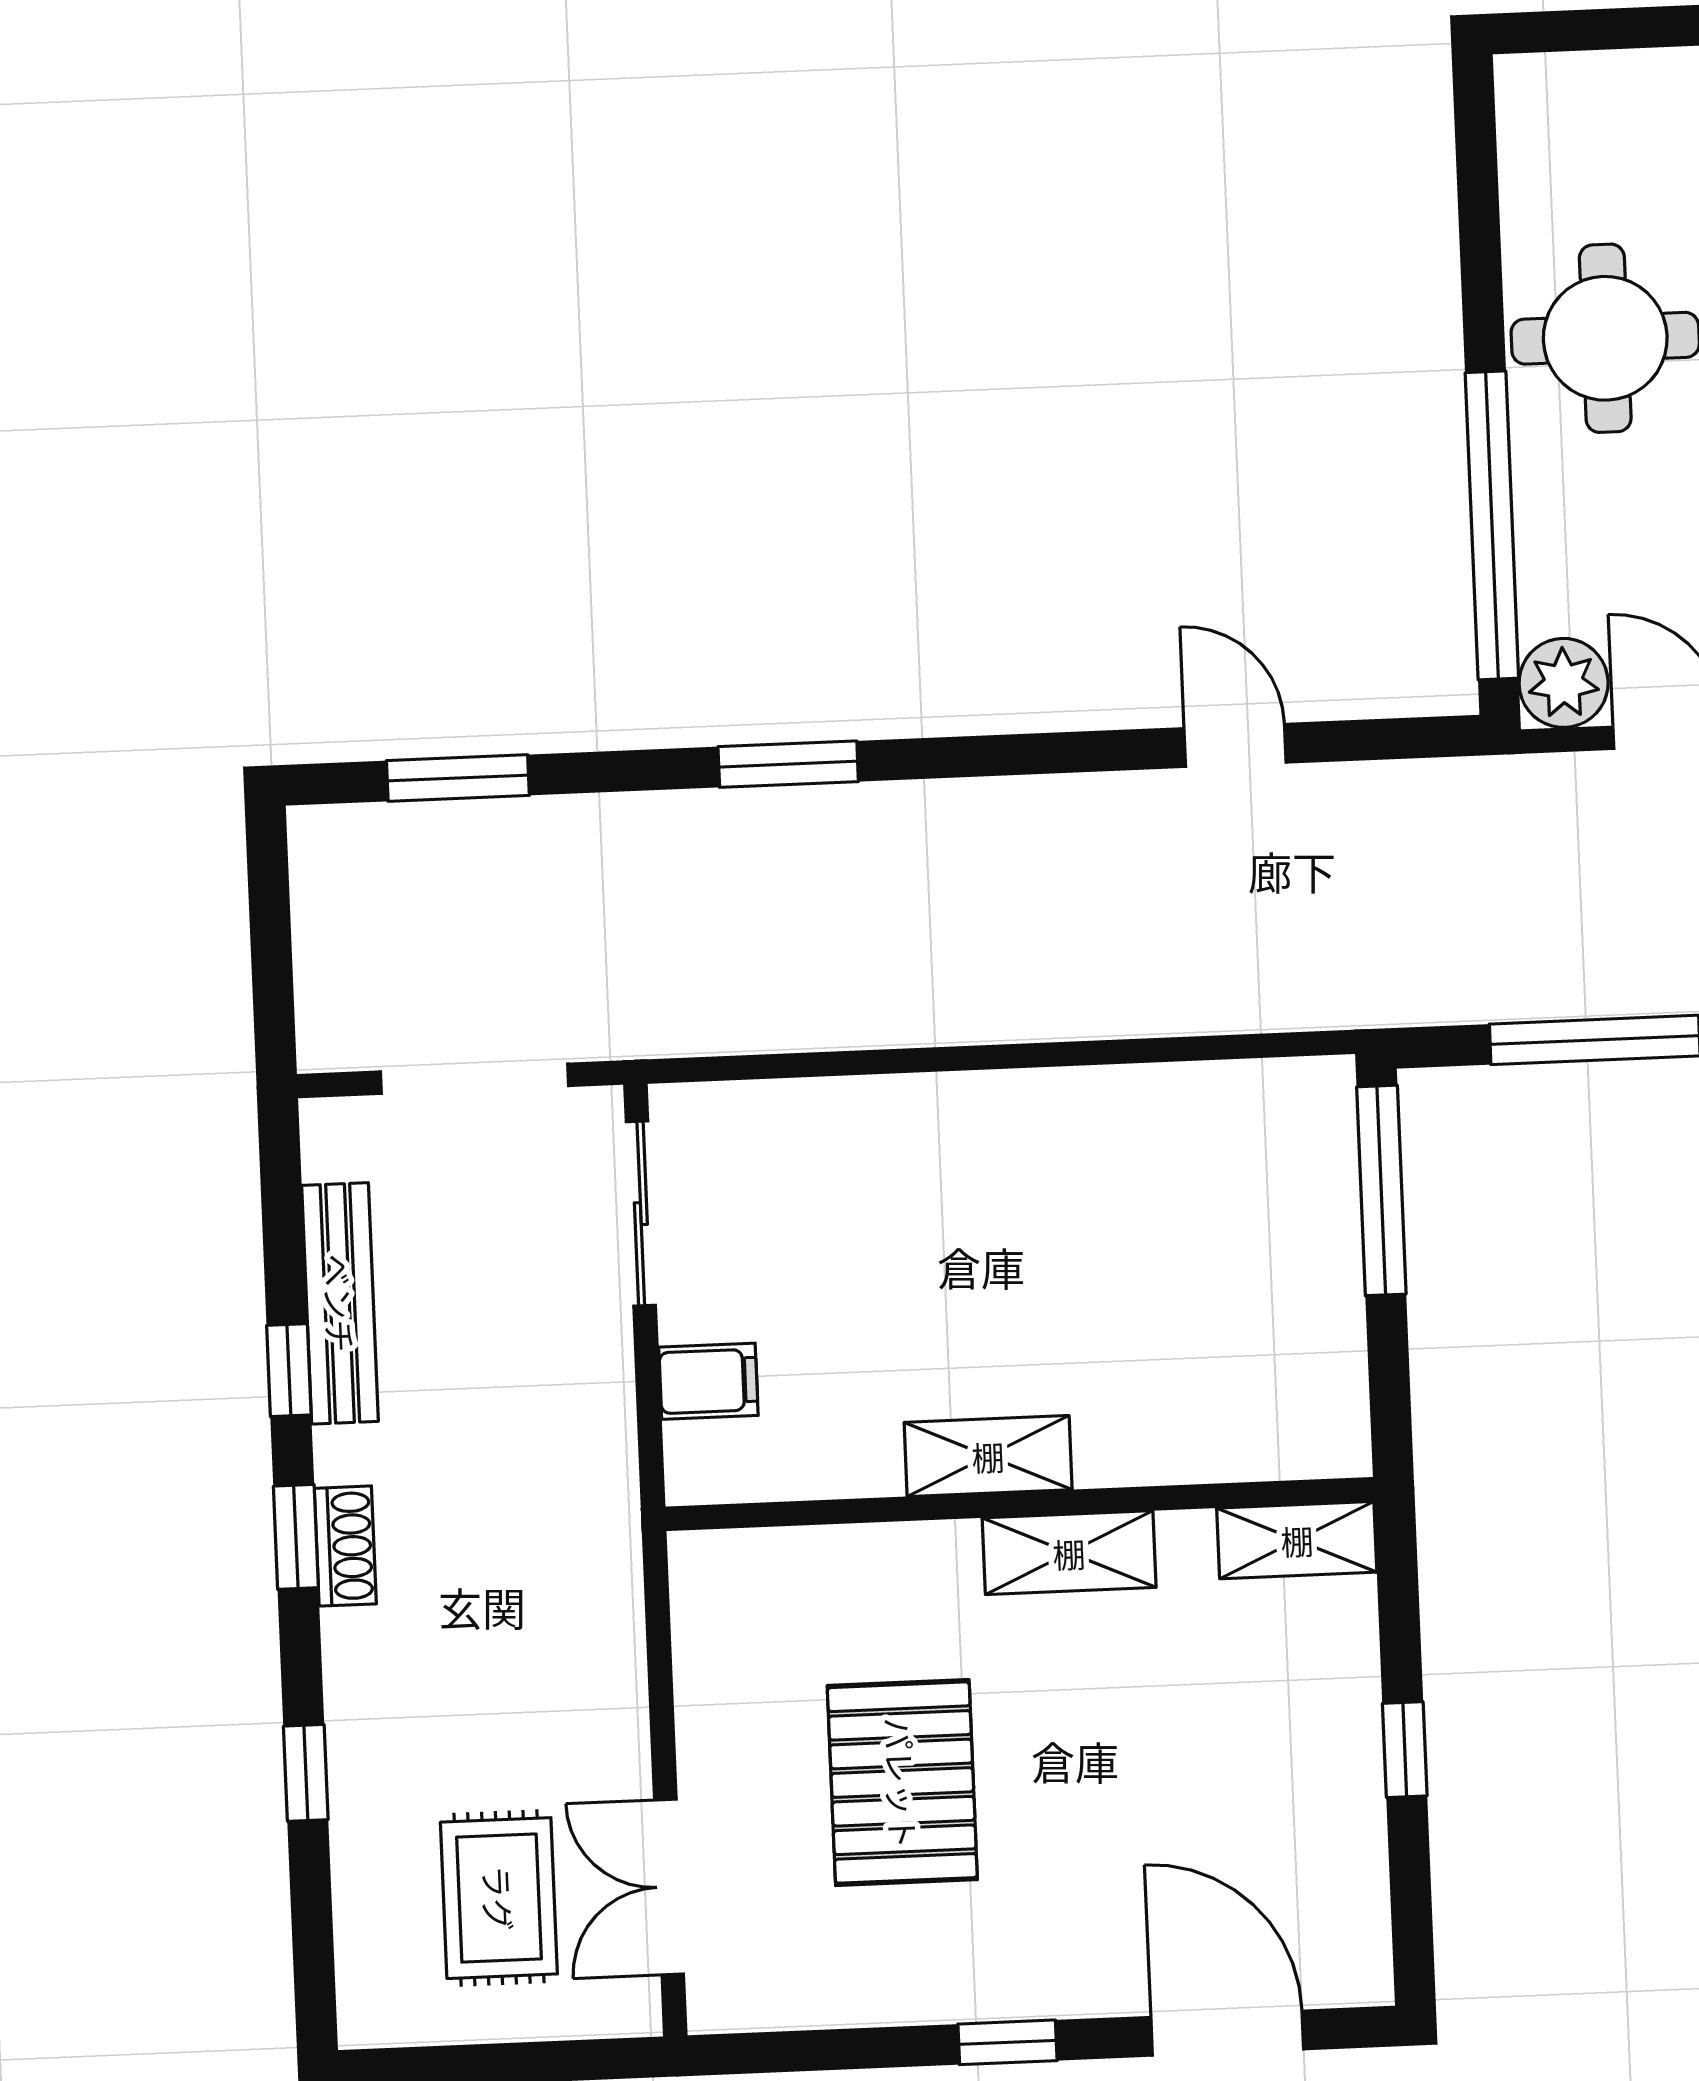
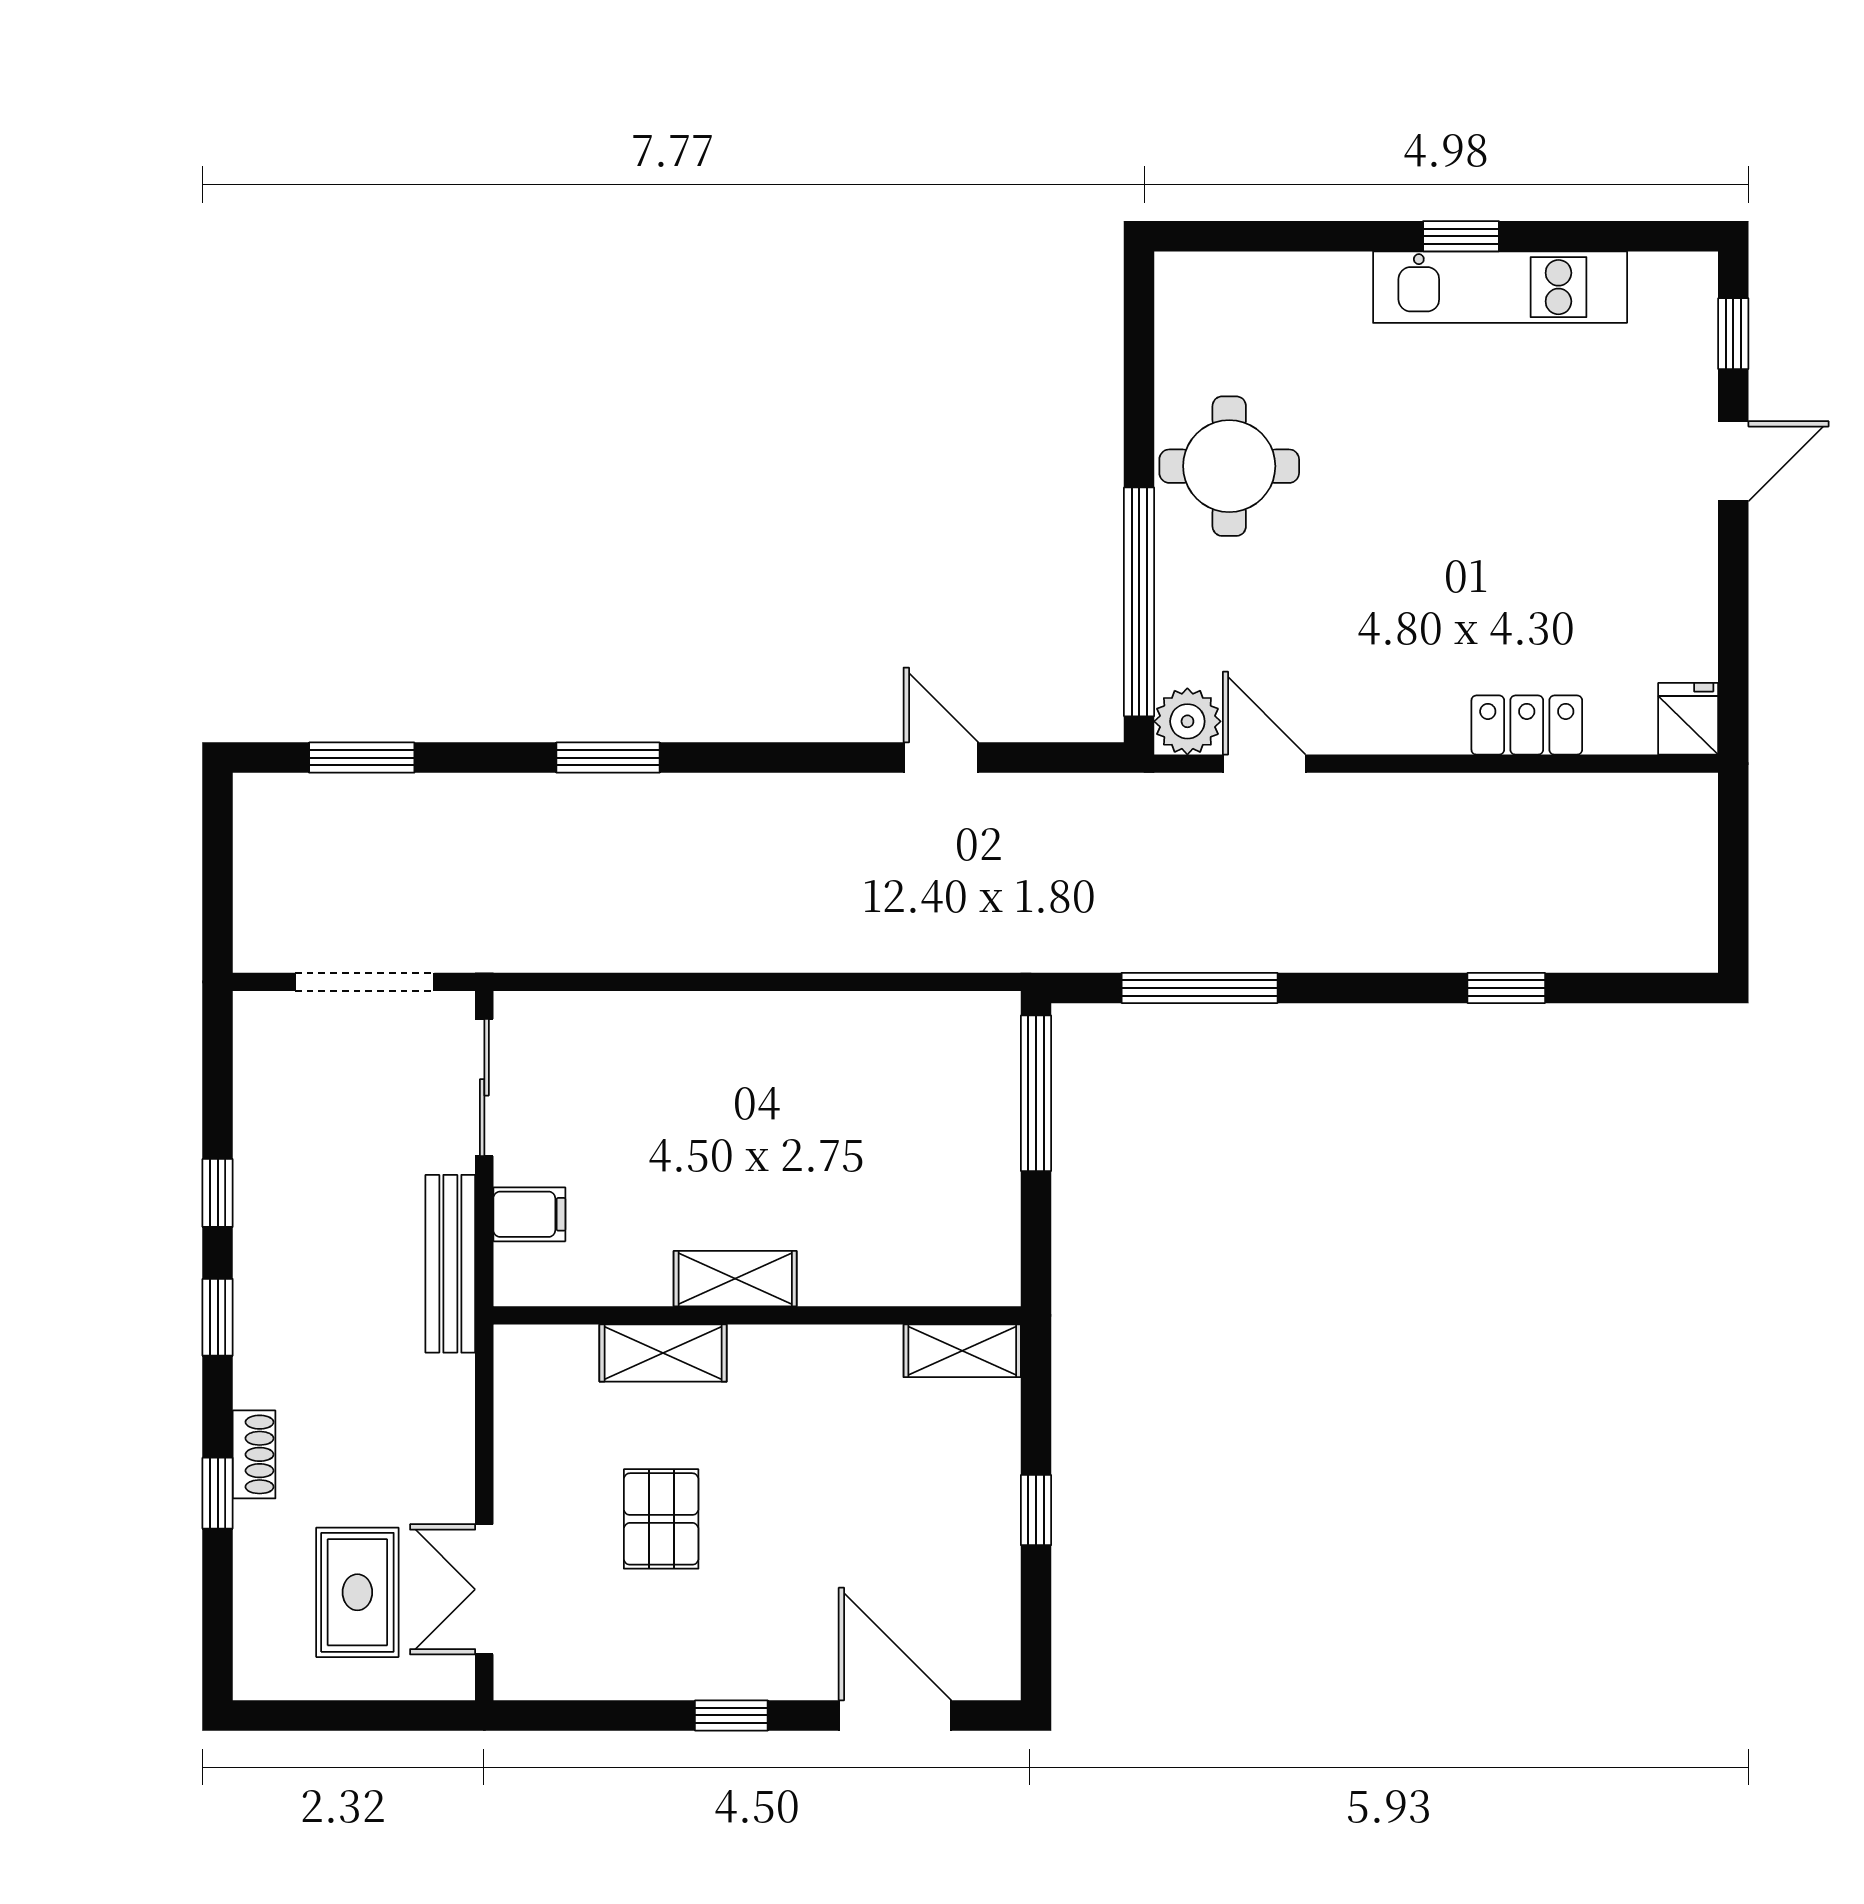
bench: (340, 1303) -> (450, 1264), moved
shoe rack: (345, 1546) -> (254, 1454), moved
shelving: (1069, 1553) -> (663, 1353), moved
pallet: (902, 1783) -> (661, 1519), width x0.67, depth x0.71

